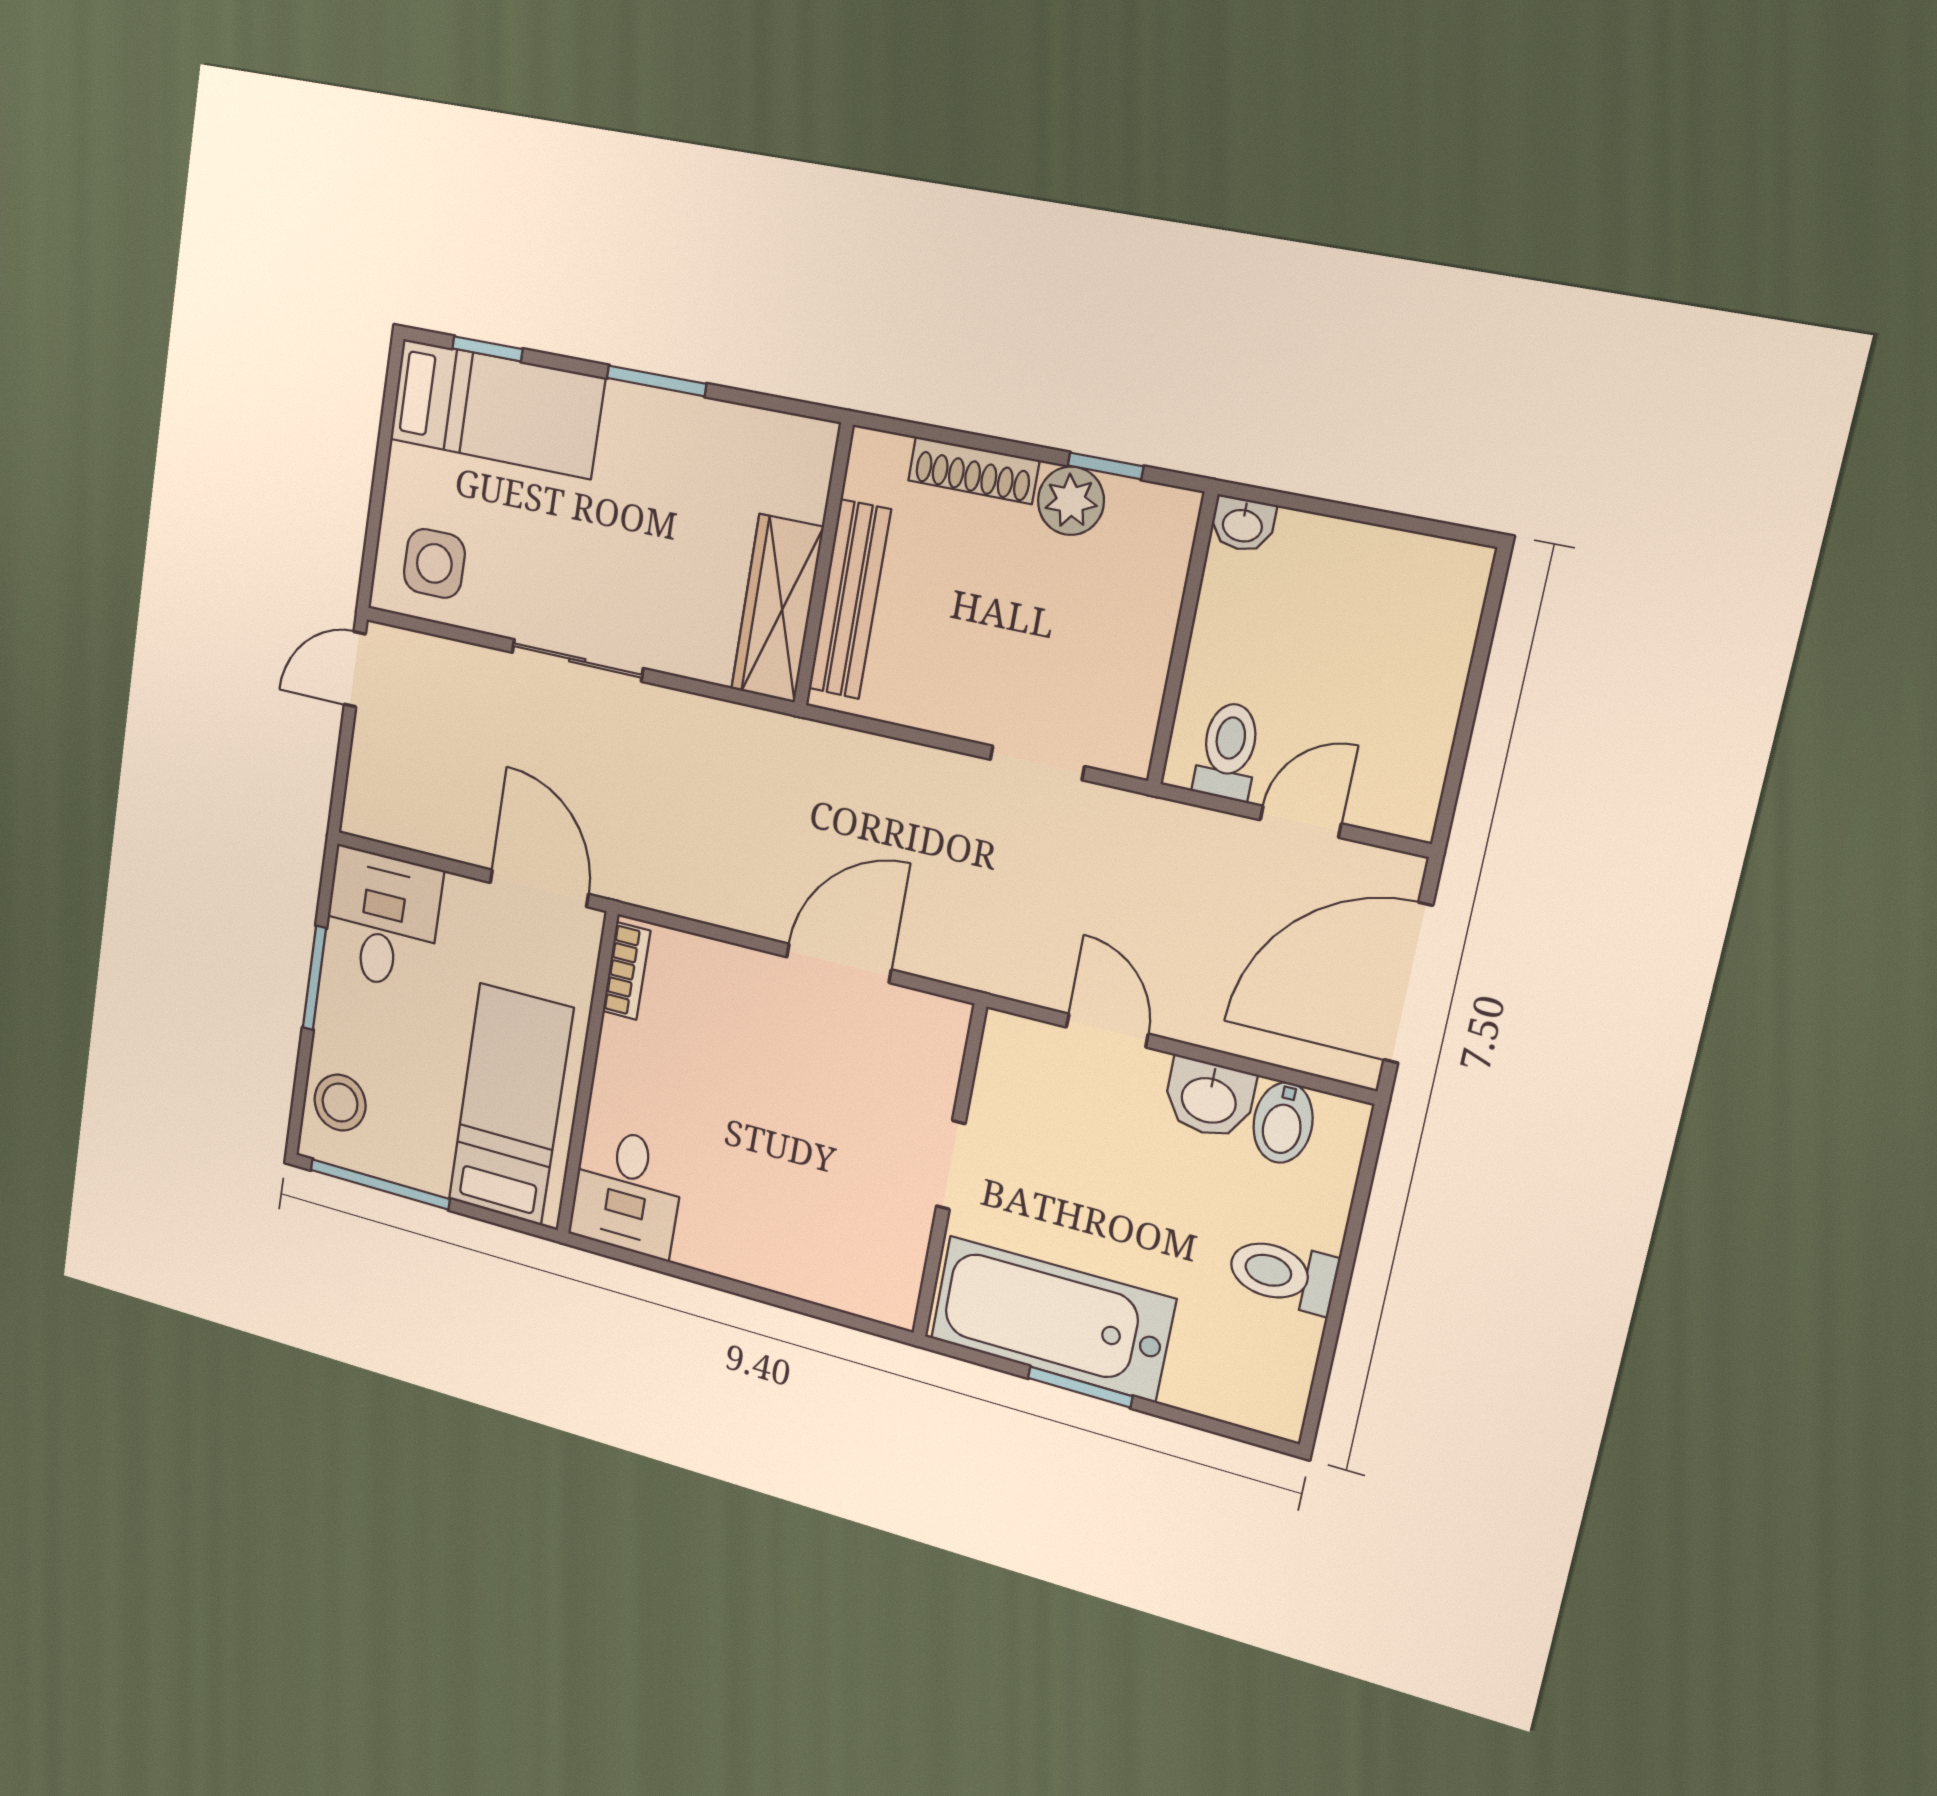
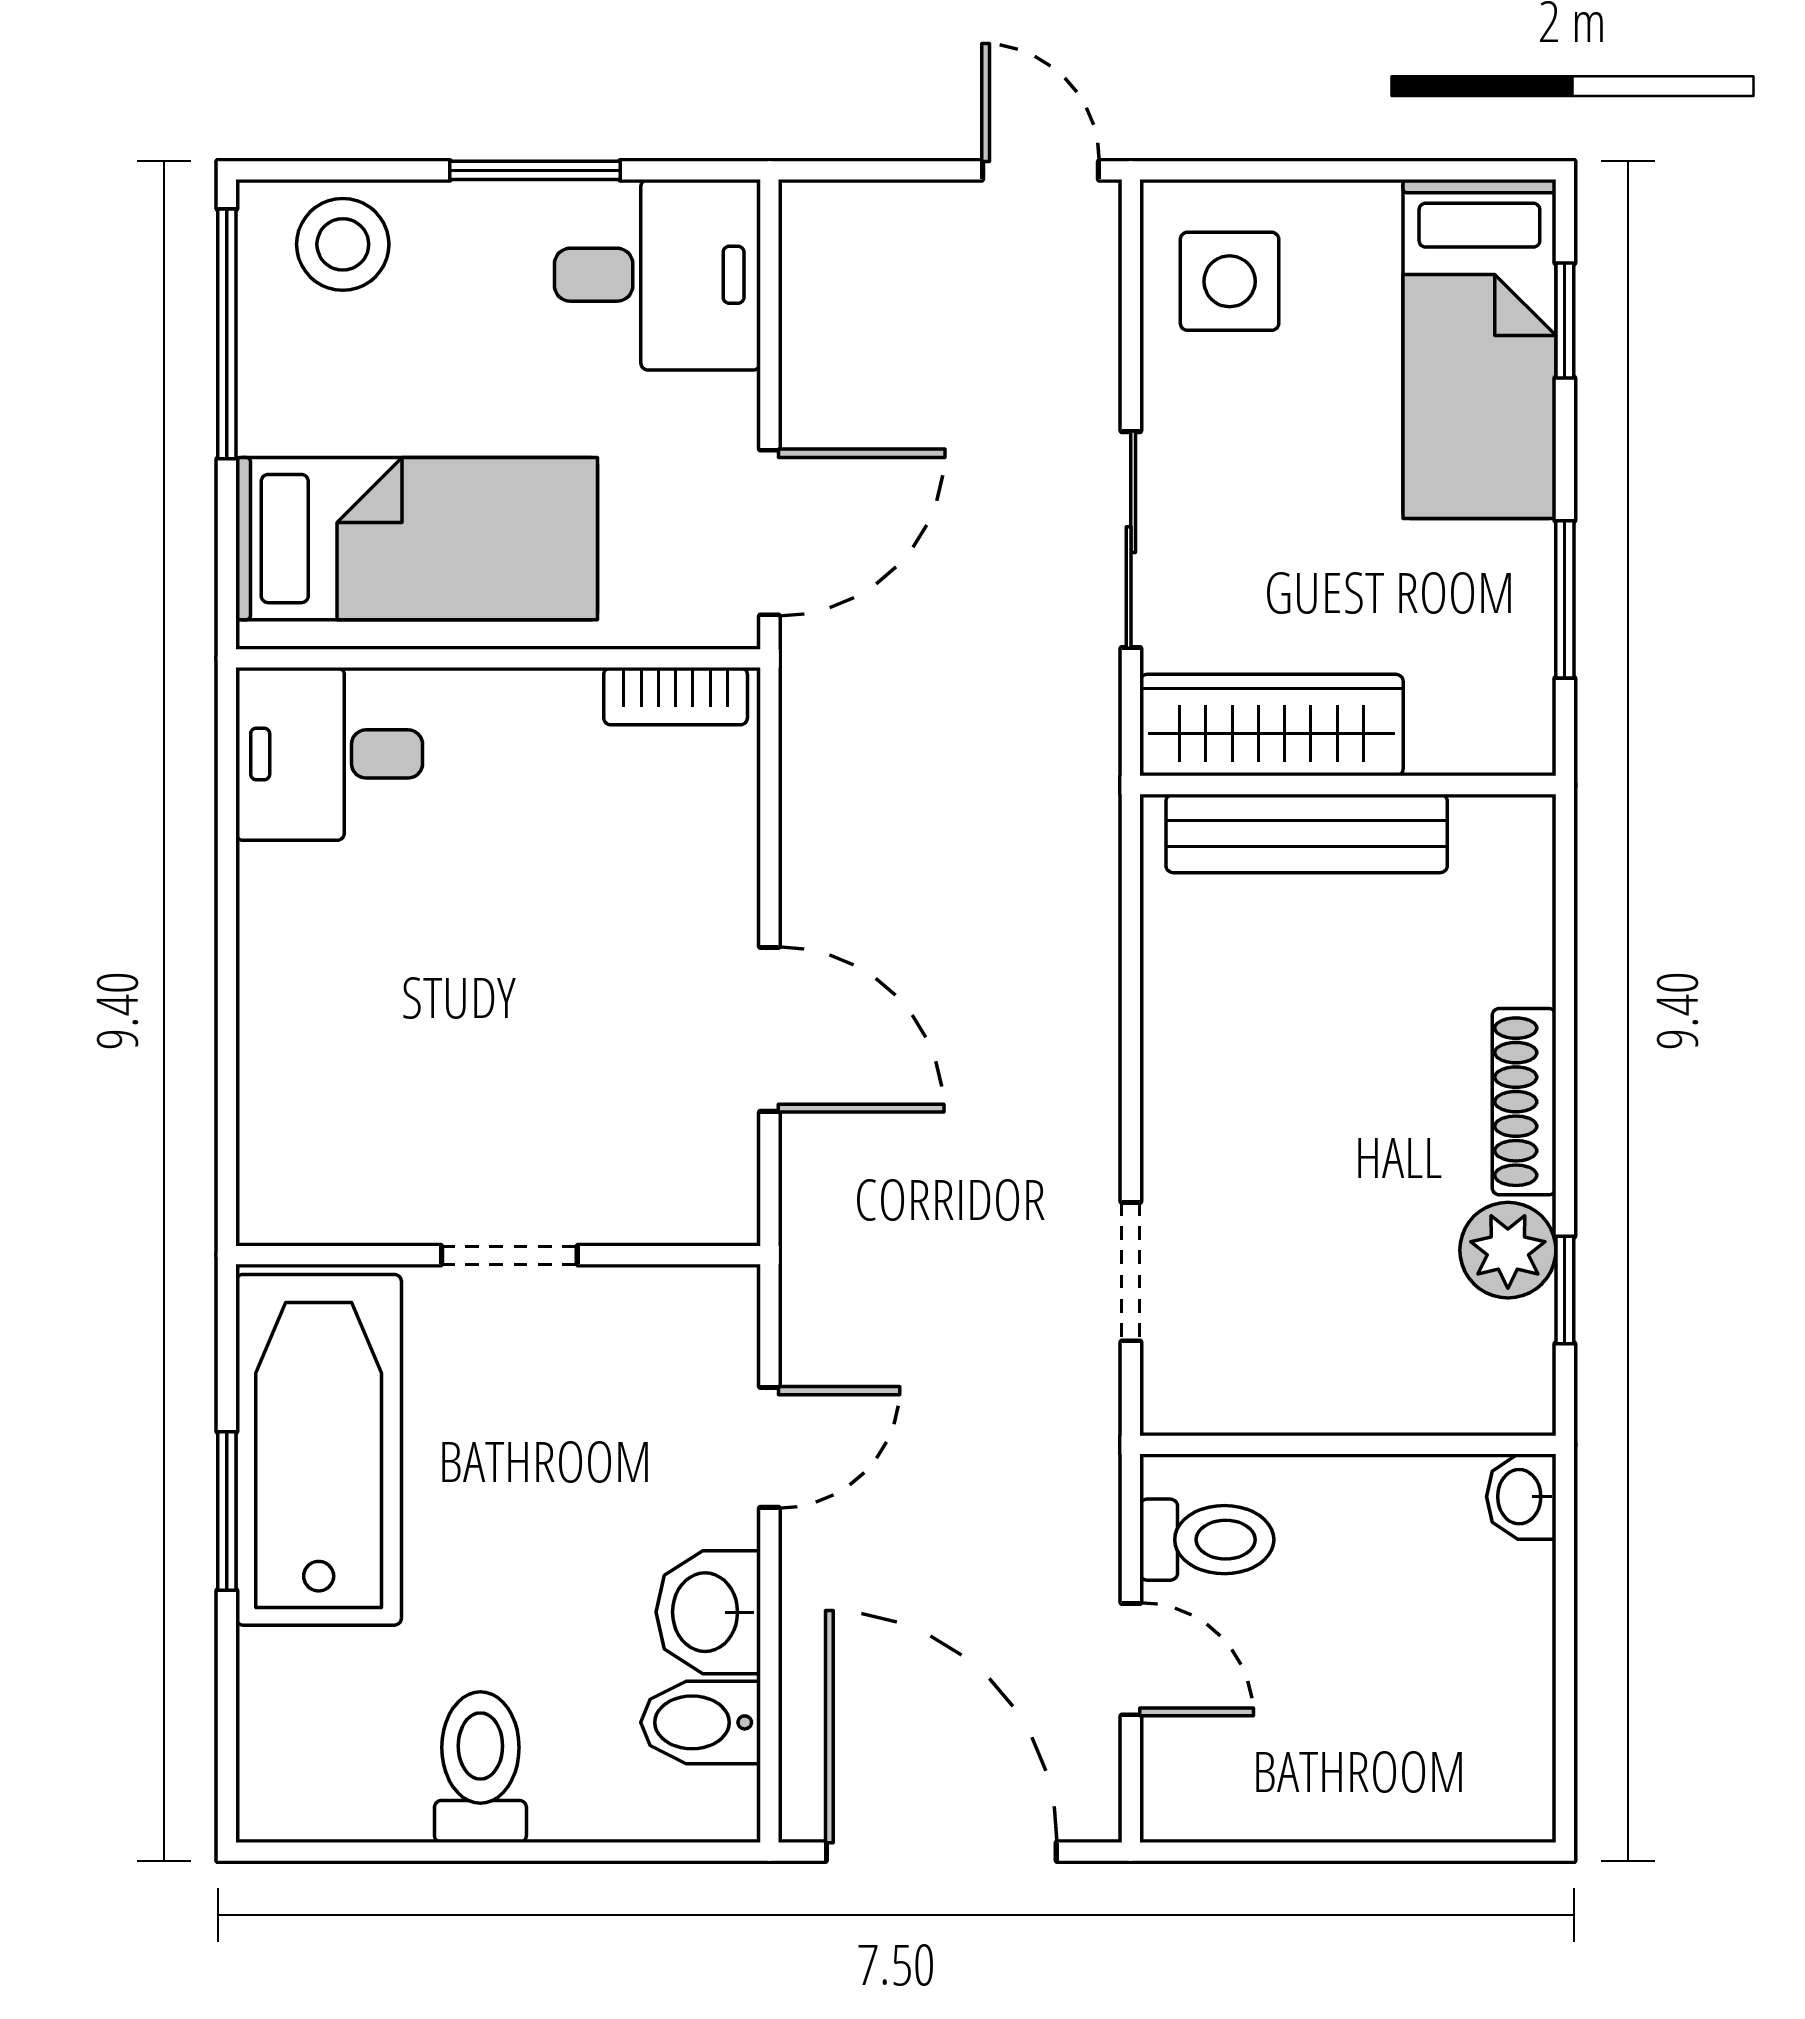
wall: (823, 565) -> (1348, 785), moved
bench: (850, 599) -> (1307, 833), moved
wardrobe: (777, 608) -> (1272, 725), moved

